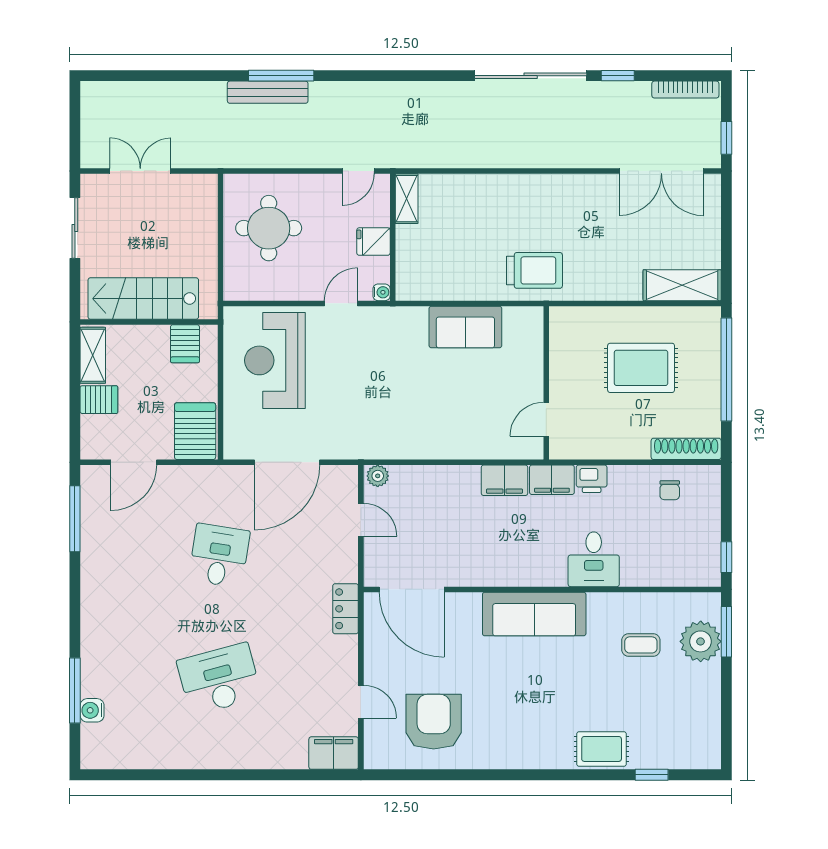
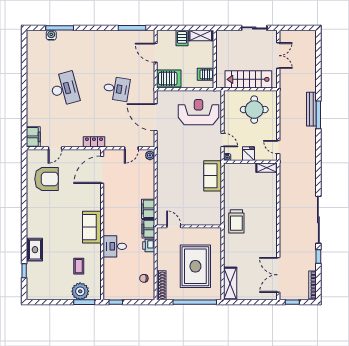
stairs: (143, 299) -> (248, 79), moved, turned -90
sofa: (465, 327) -> (213, 176), moved
rug: (641, 368) -> (195, 266), width x1.37, depth x1.44
sofa: (534, 614) -> (92, 227), width x0.73

